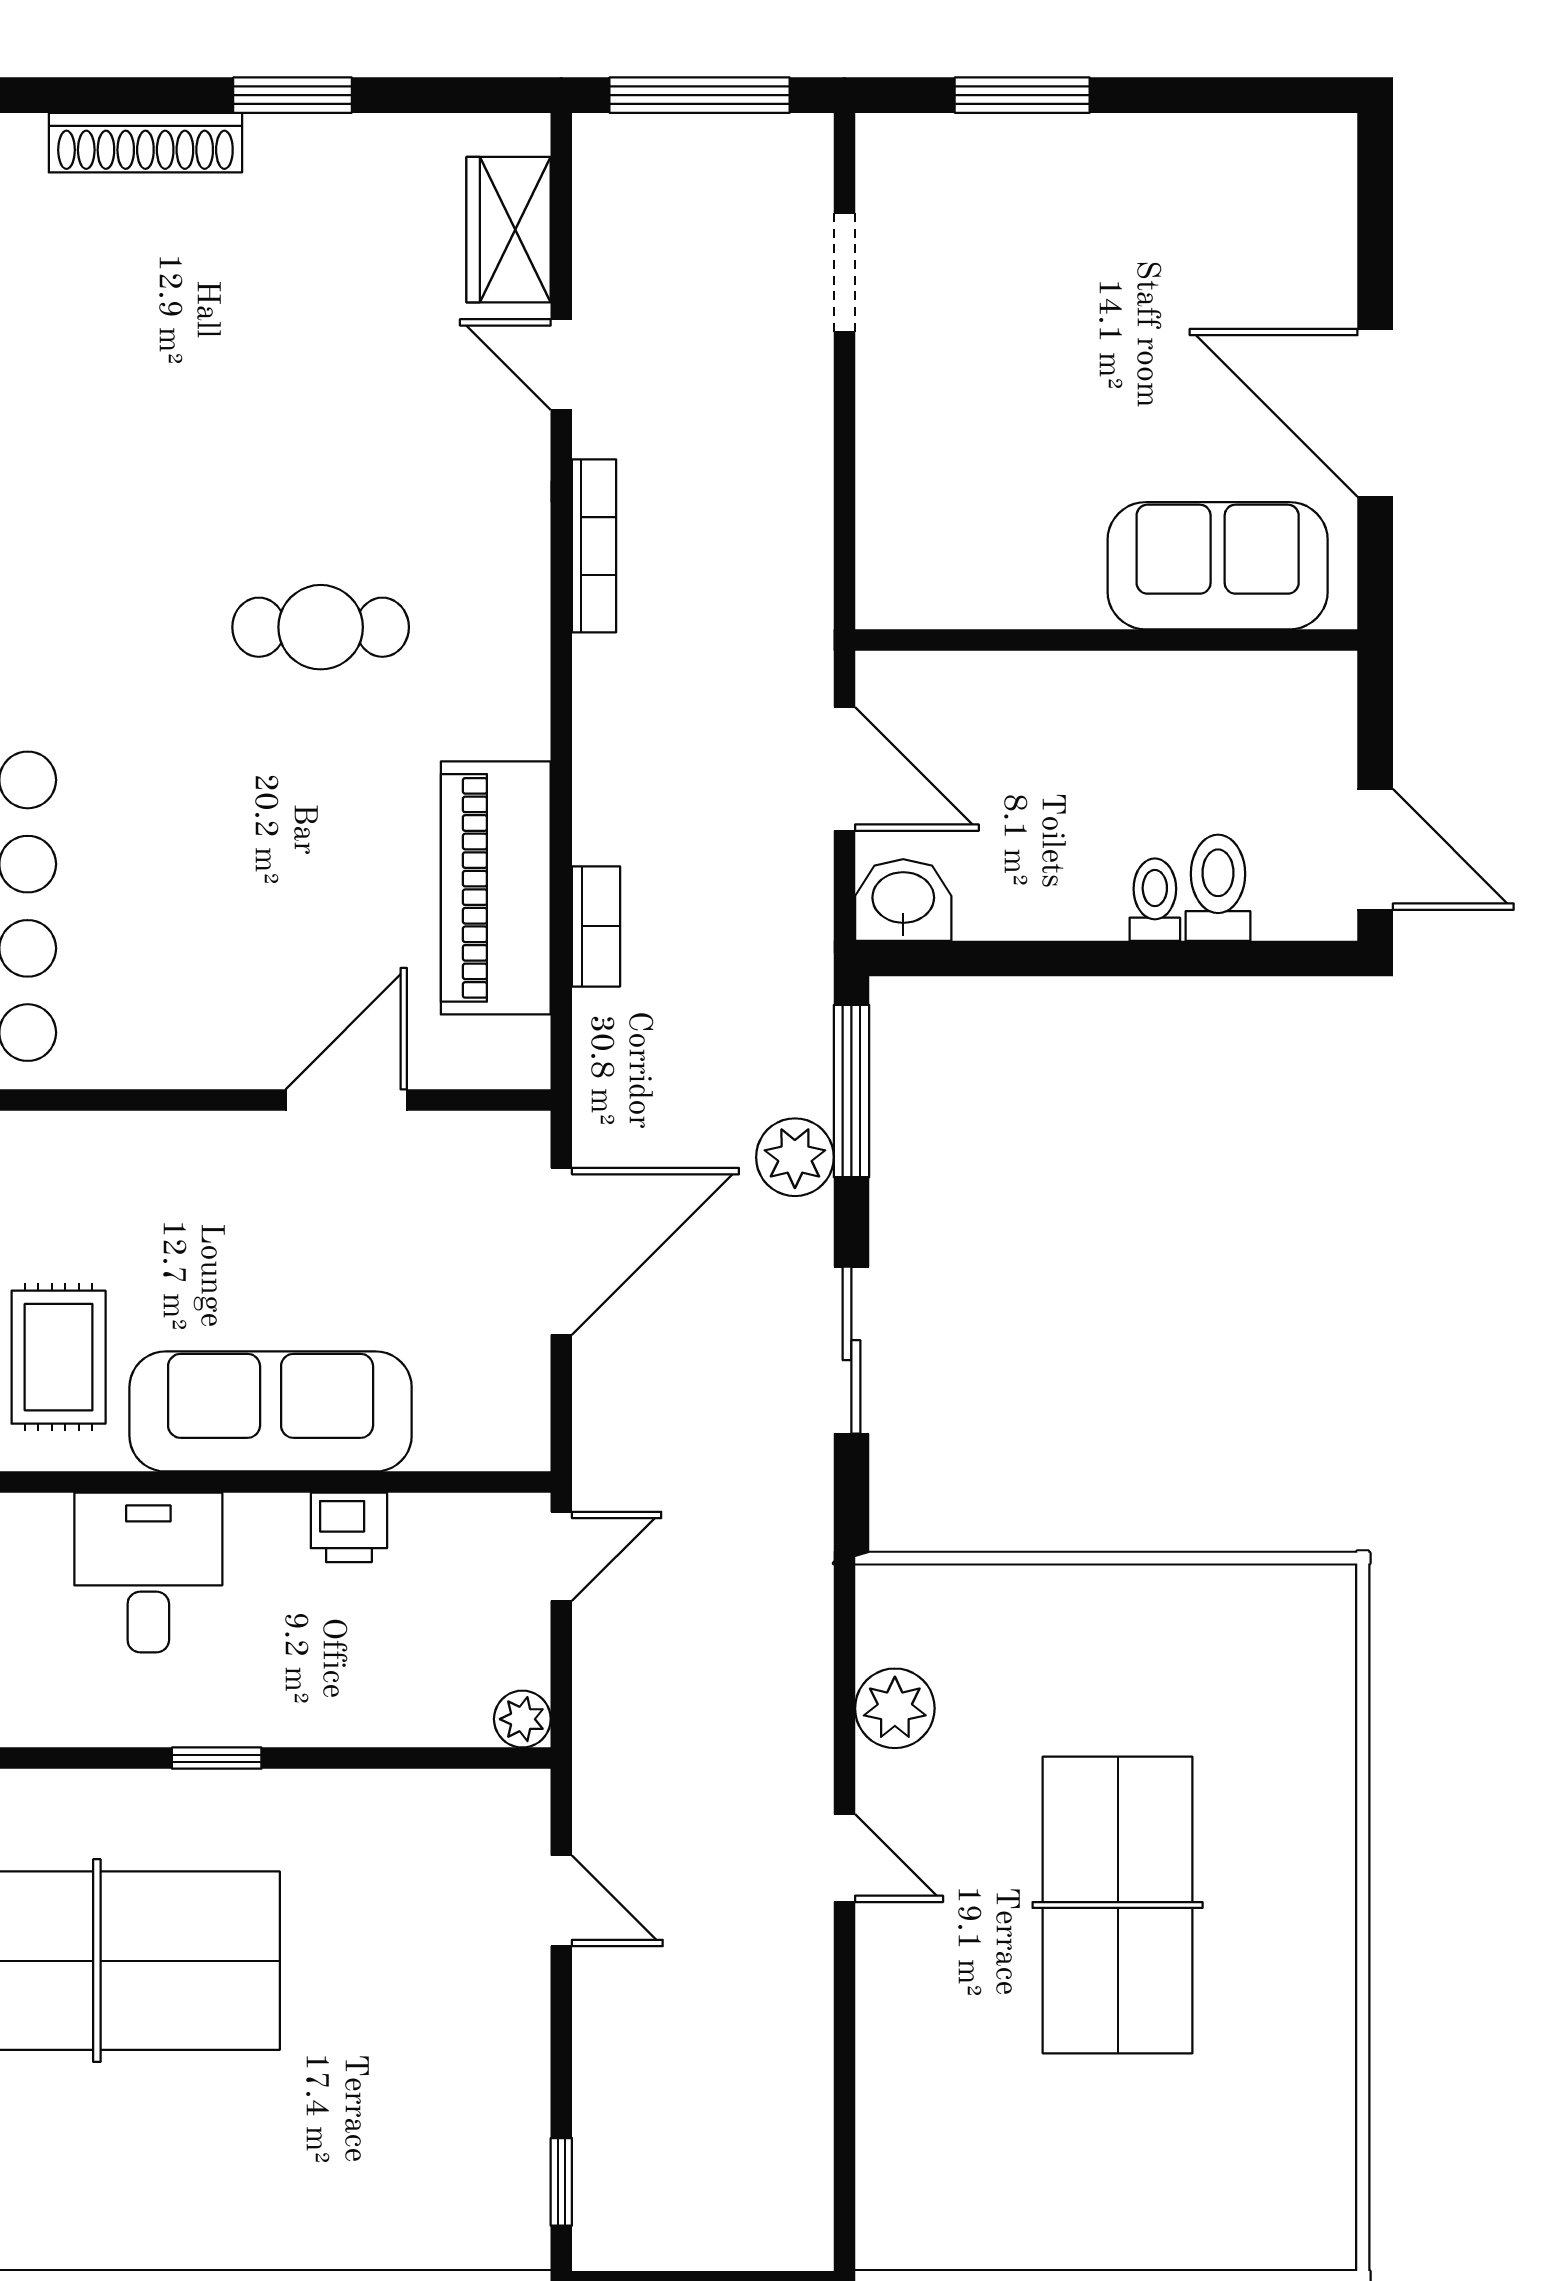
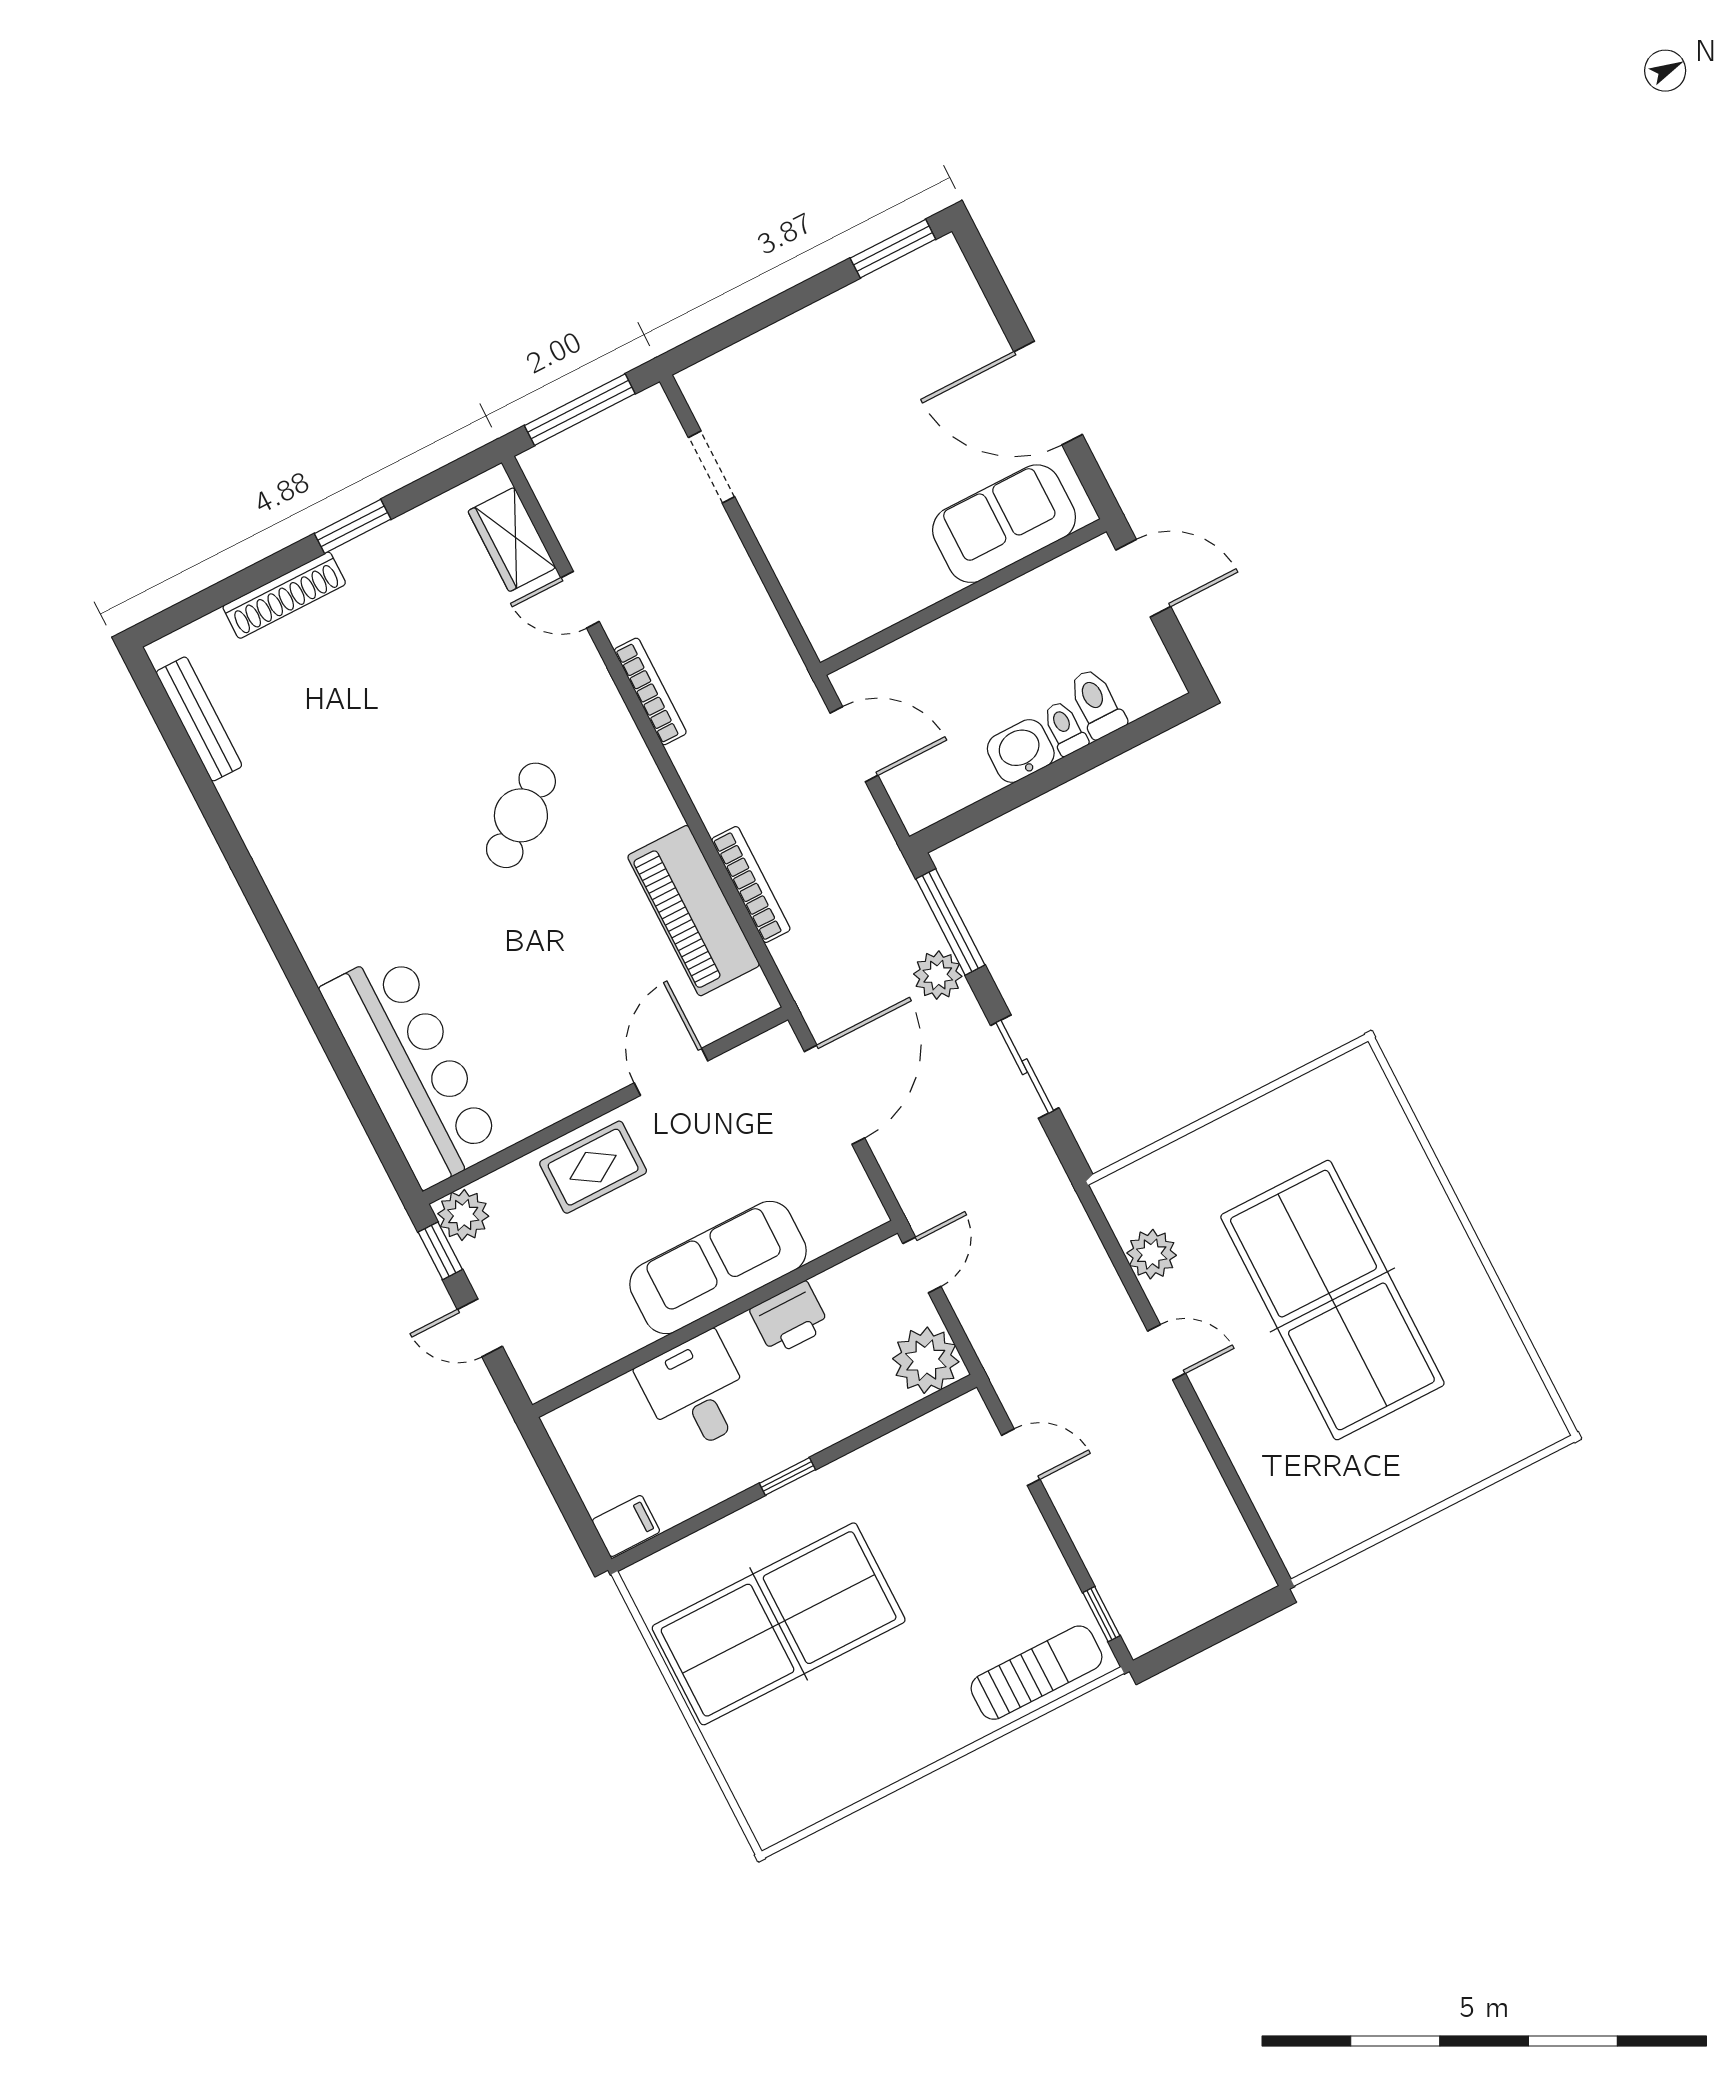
window: (1022, 95) -> (893, 249), moved
cafe table: (321, 627) -> (521, 815), turned -38
door: (1375, 849) -> (1143, 578), moved
washbasin: (903, 900) -> (1021, 751), moved
bookcase: (596, 926) -> (751, 884), width x1.56
rug: (59, 1357) -> (593, 1167), moved, turned 90
printer: (349, 1527) -> (790, 1318), width x1.36, depth x1.24
plant: (522, 1719) -> (926, 1360), width x1.87, depth x1.87
table tennis table: (1118, 1905) -> (1332, 1300), width x1.36, depth x1.32
sun lounger: (427, 2217) -> (1036, 1673), added

